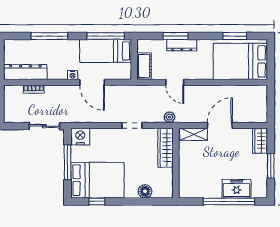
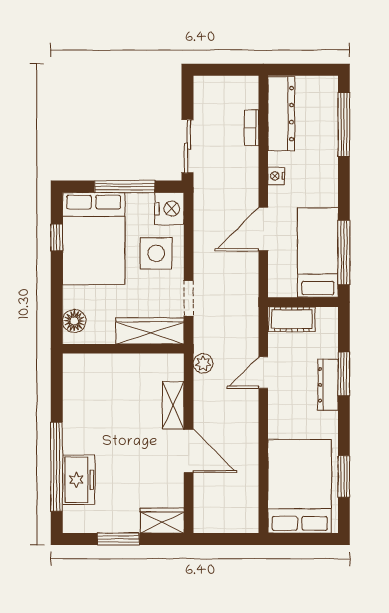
window: (49, 36) -> (344, 124), moved
nightstand: (73, 75) -> (276, 176), moved
side table: (106, 144) -> (156, 253), added
wardrobe: (166, 148) -> (150, 331), moved
wall: (176, 163) -> (123, 349), moved

